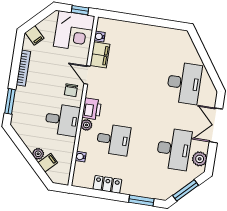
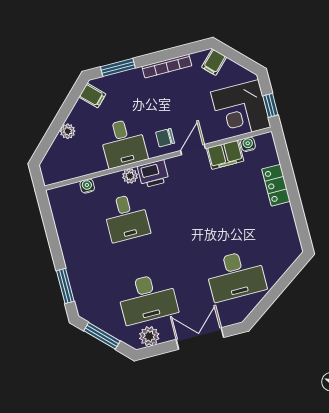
filing cabinet: (48, 163) -> (92, 96), moved
locker: (107, 184) -> (276, 185), moved, turned 180

